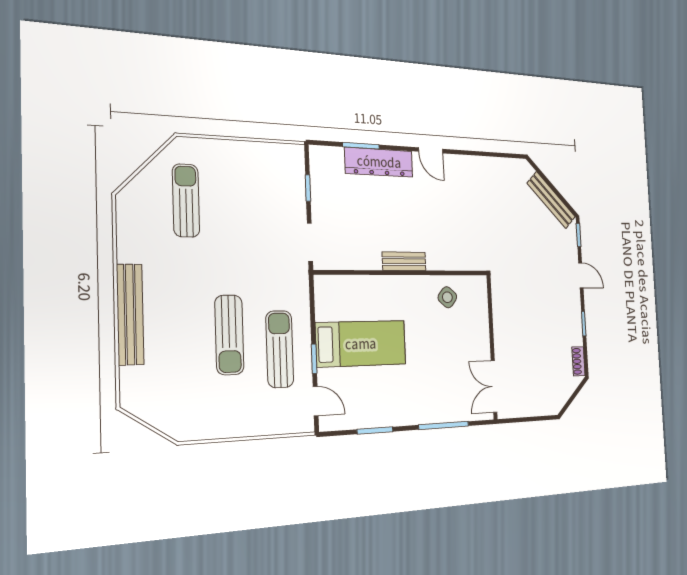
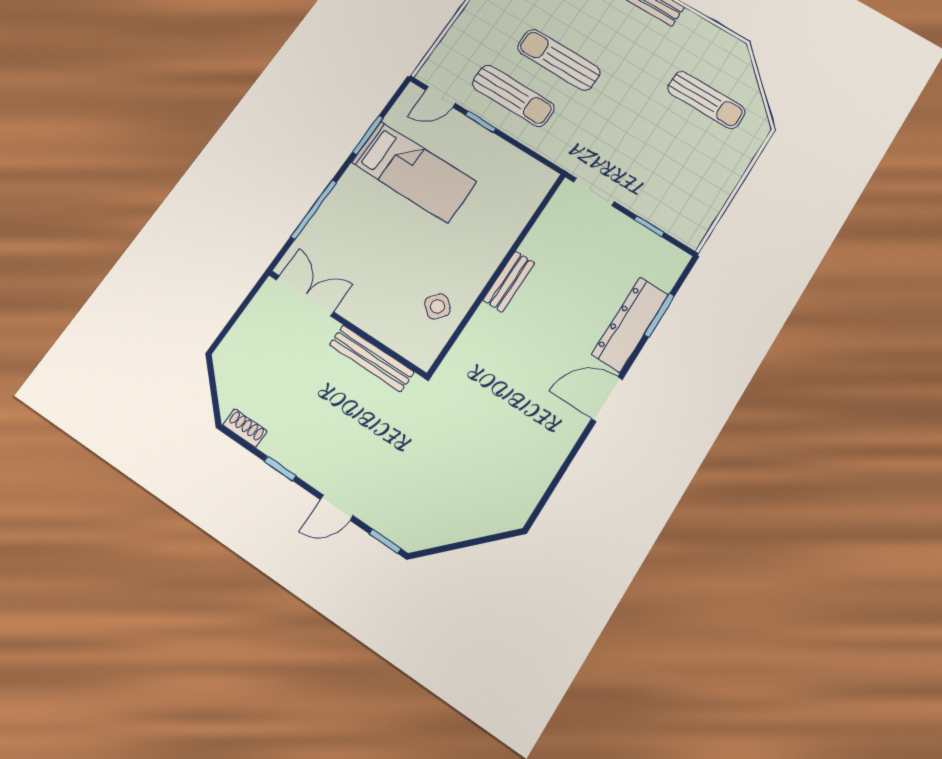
door: (431, 150) -> (607, 399), width x1.37
bench: (551, 200) -> (372, 358), moved, turned 45
bed: (361, 344) -> (414, 172), moved, turned -90

